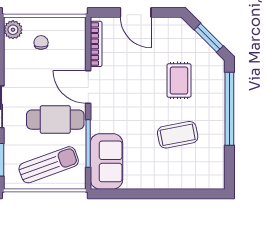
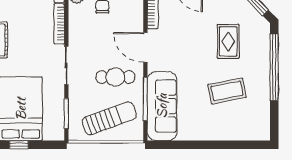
cafe table: (55, 120) -> (115, 77), width x0.73, depth x0.74
sofa: (106, 161) -> (162, 106), width x1.36

